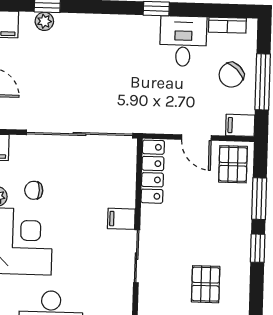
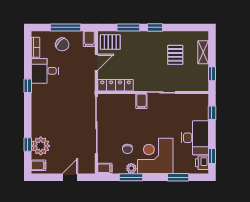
plant: (44, 21) -> (41, 146), width x1.87, depth x1.87
pallet: (206, 284) -> (175, 55), turned 90

